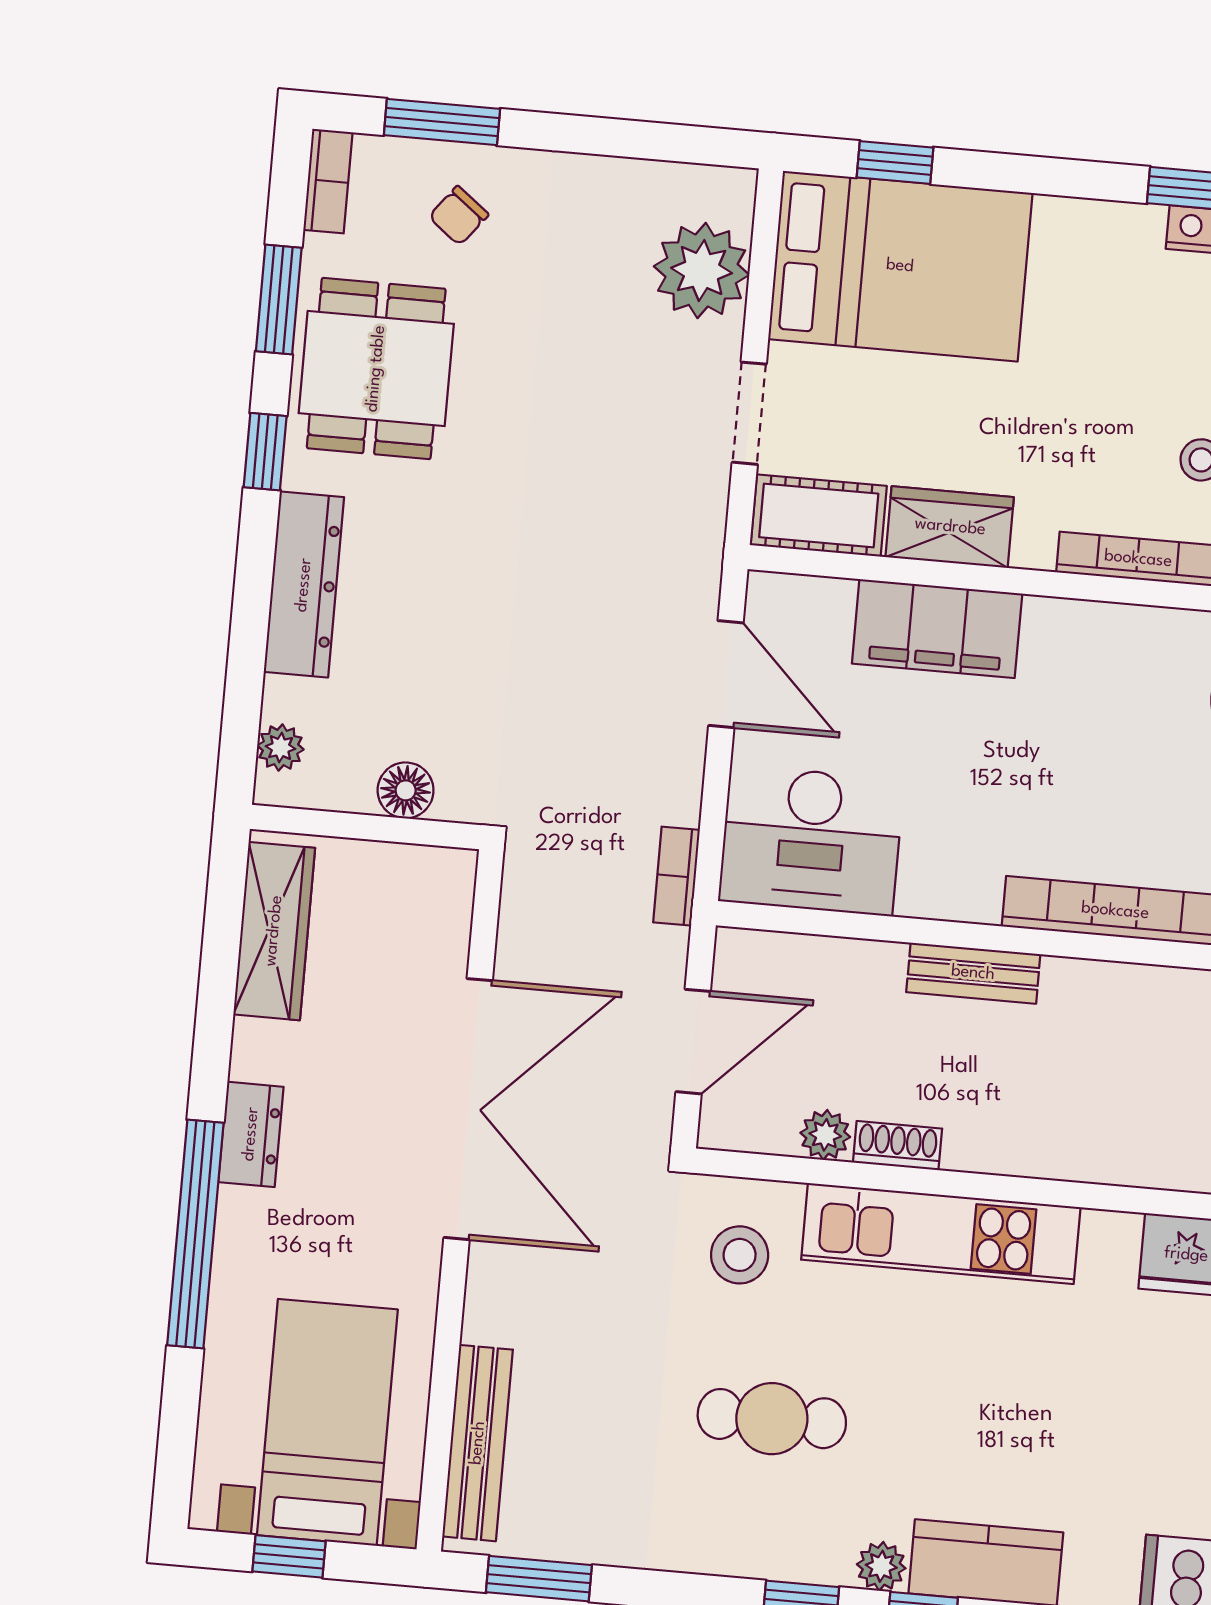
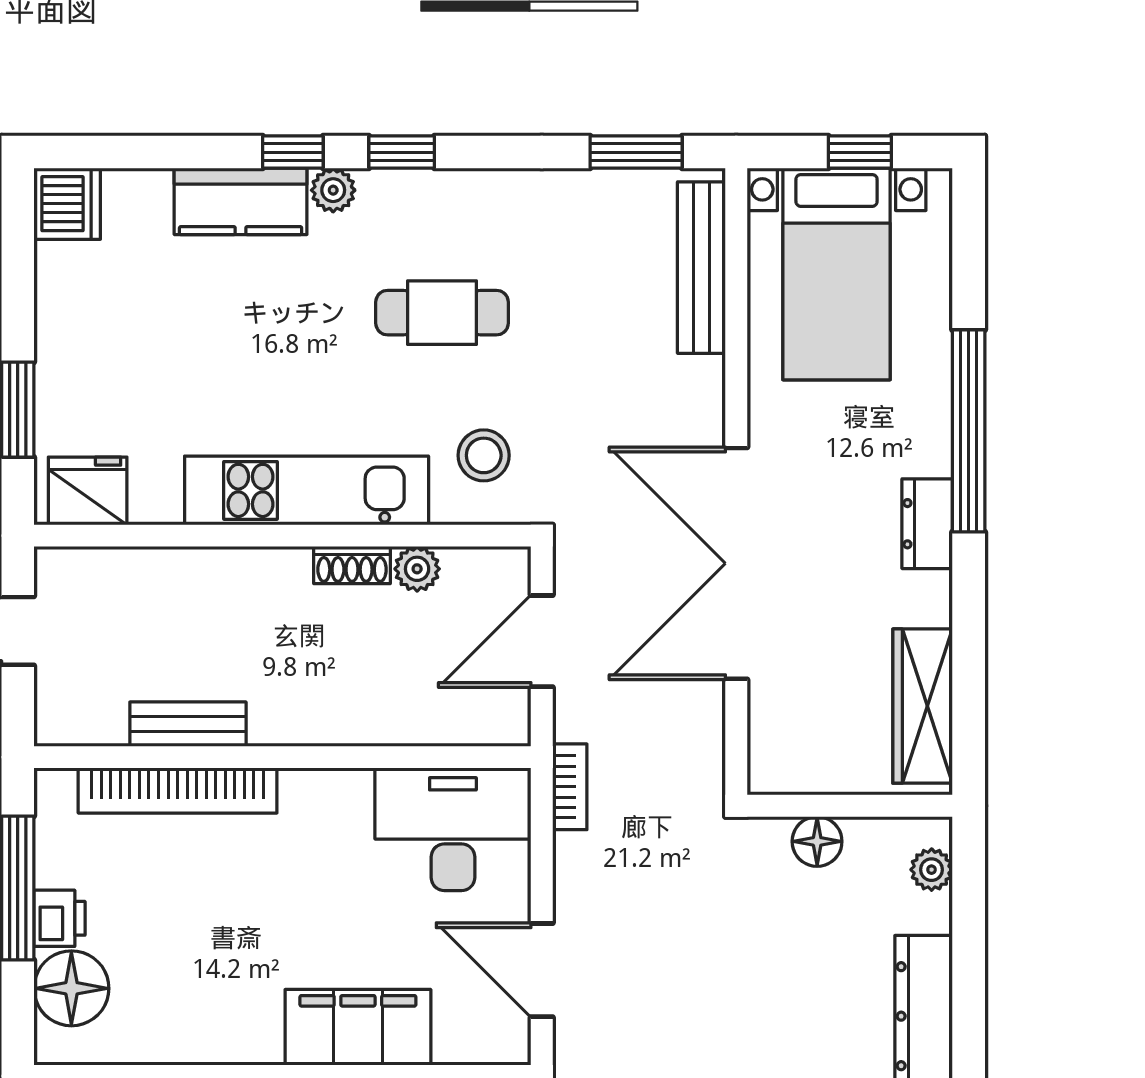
bench: (973, 973) -> (188, 724), moved

